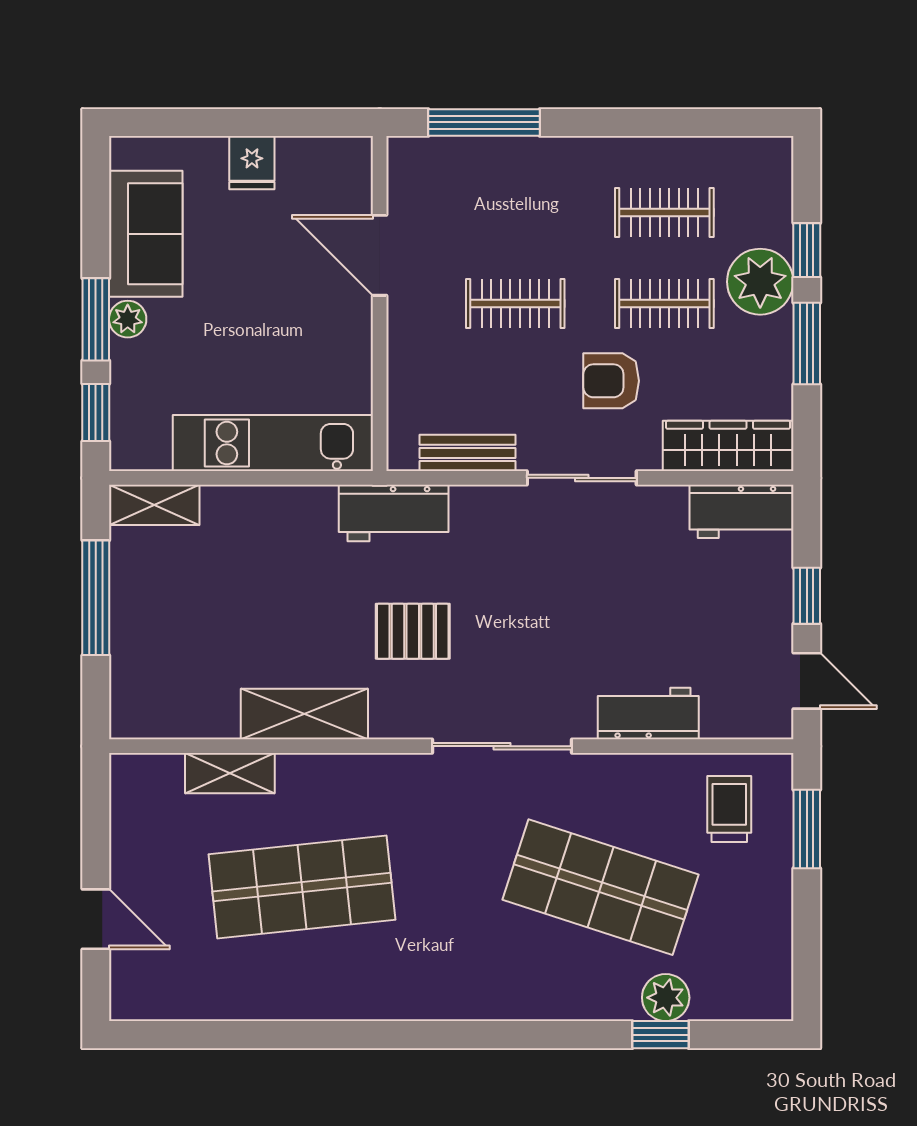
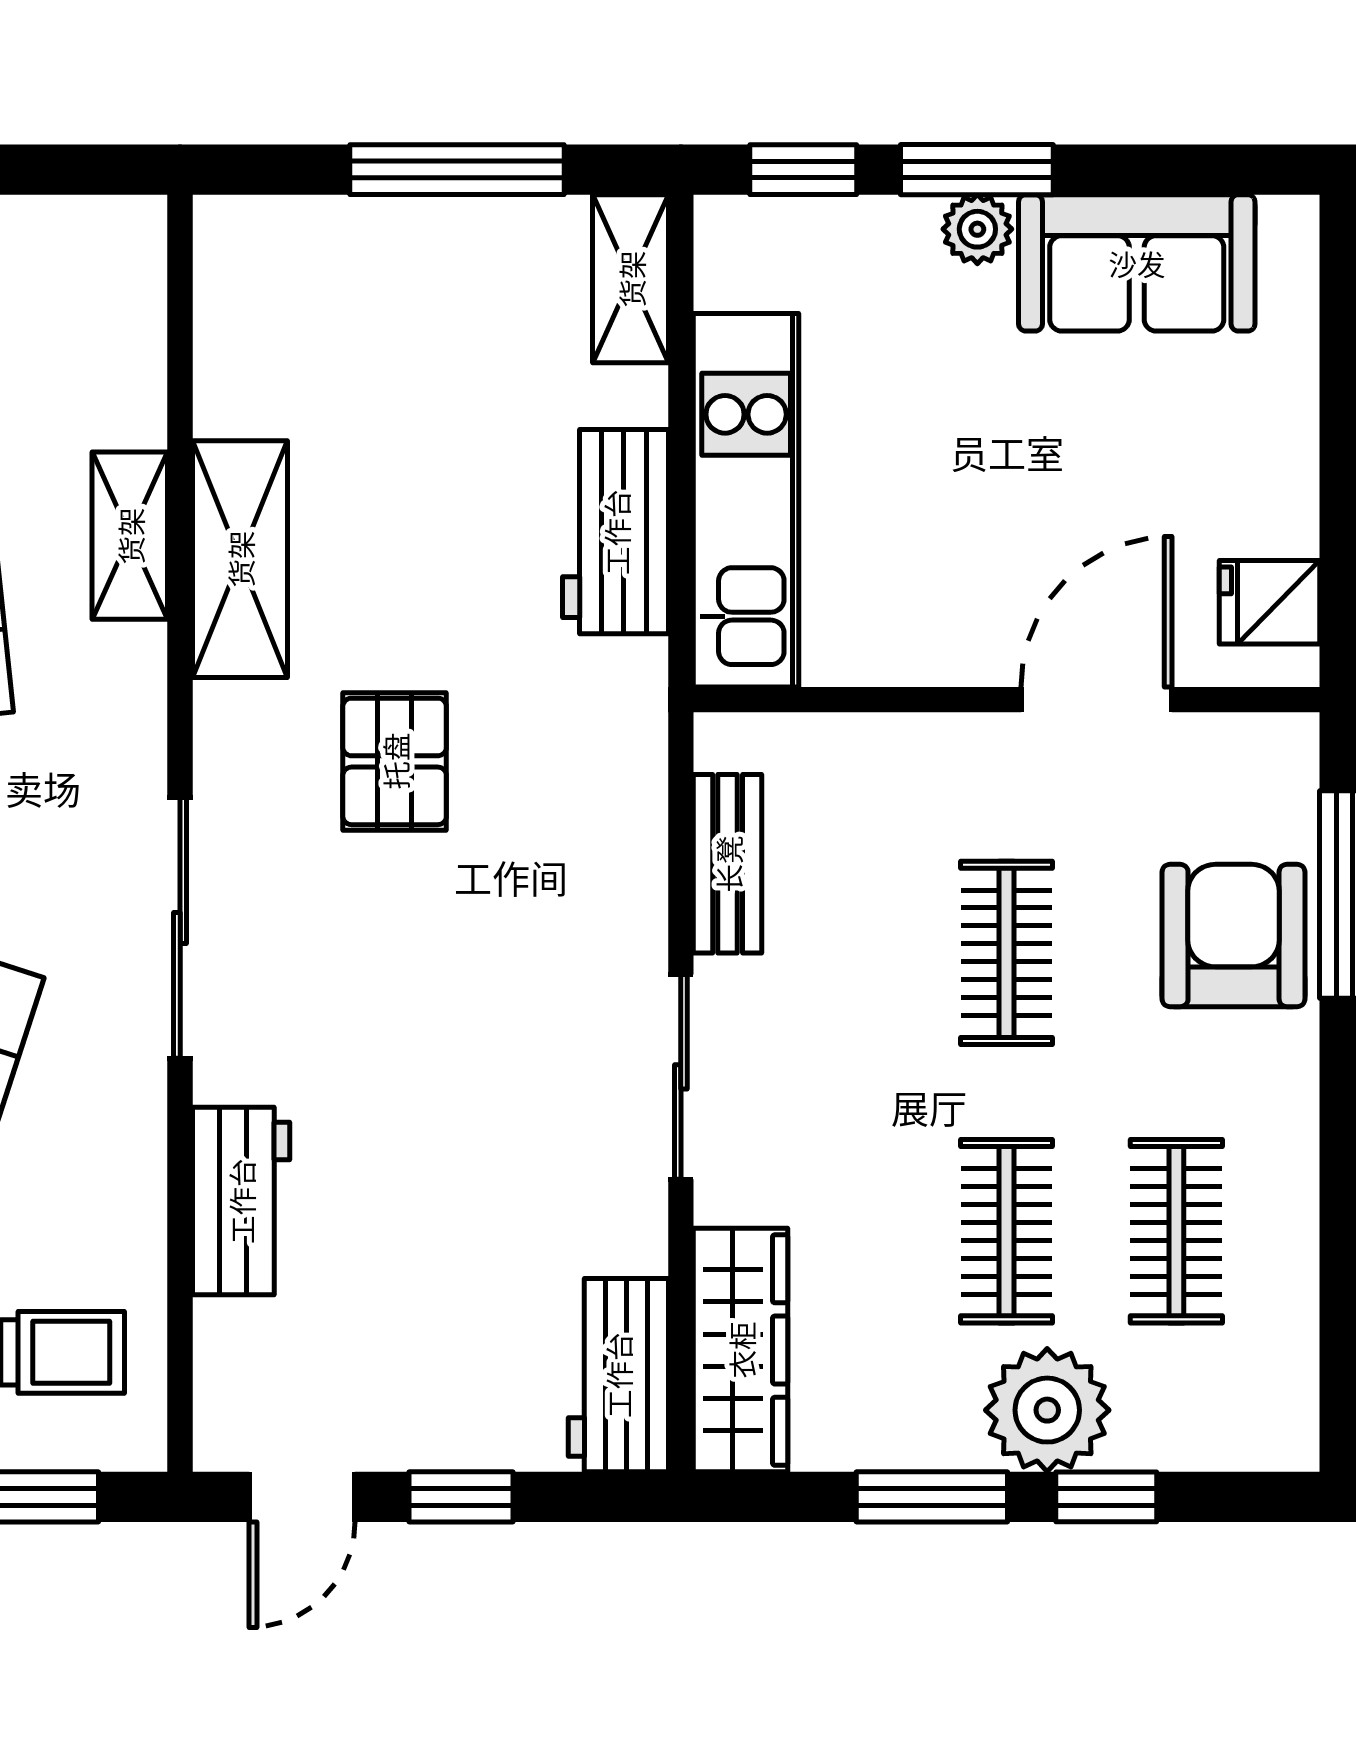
fridge: (252, 163) -> (1270, 602), moved
armchair: (611, 381) -> (1234, 935), moved, width x1.38, depth x1.38
workbench: (394, 513) -> (616, 532), moved
shelving: (230, 773) -> (130, 536), moved

